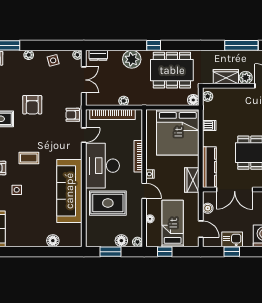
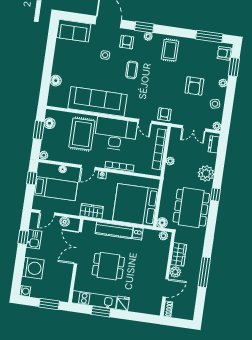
armchair: (32, 105) -> (194, 86), moved, turned -90
kitchen counter: (209, 167) -> (114, 230), moved
floor lamp: (121, 241) -> (50, 123), moved

